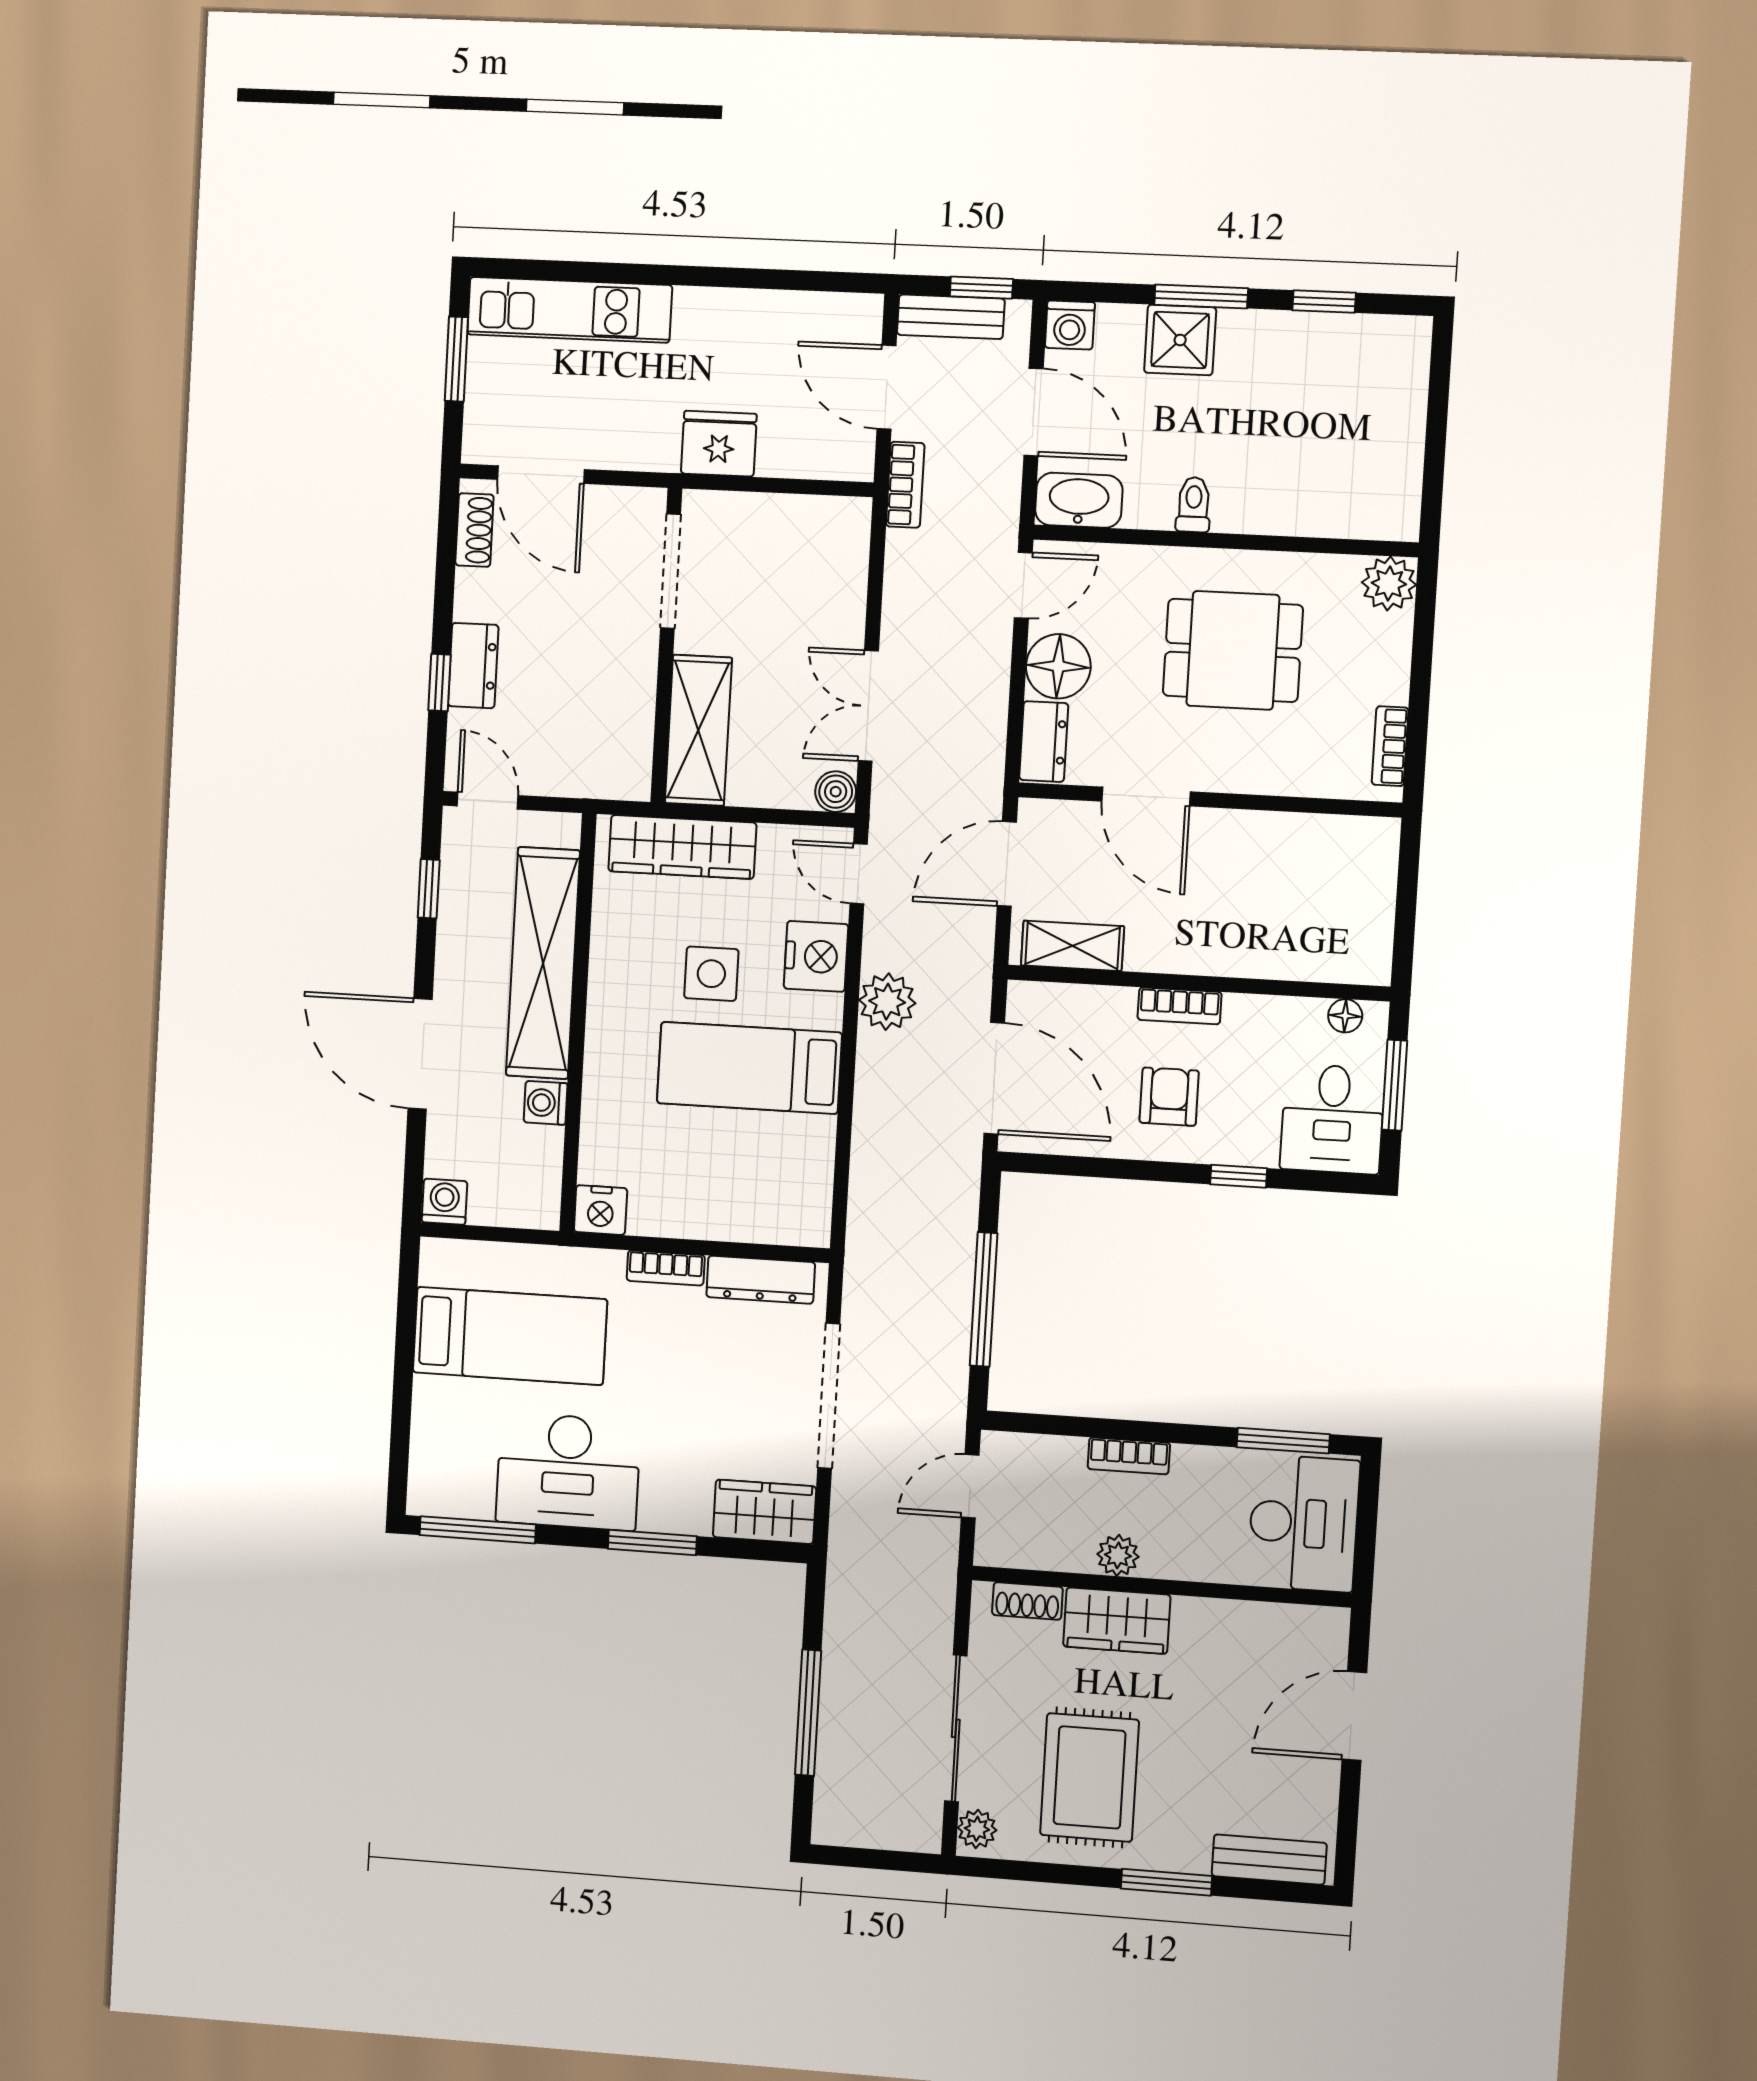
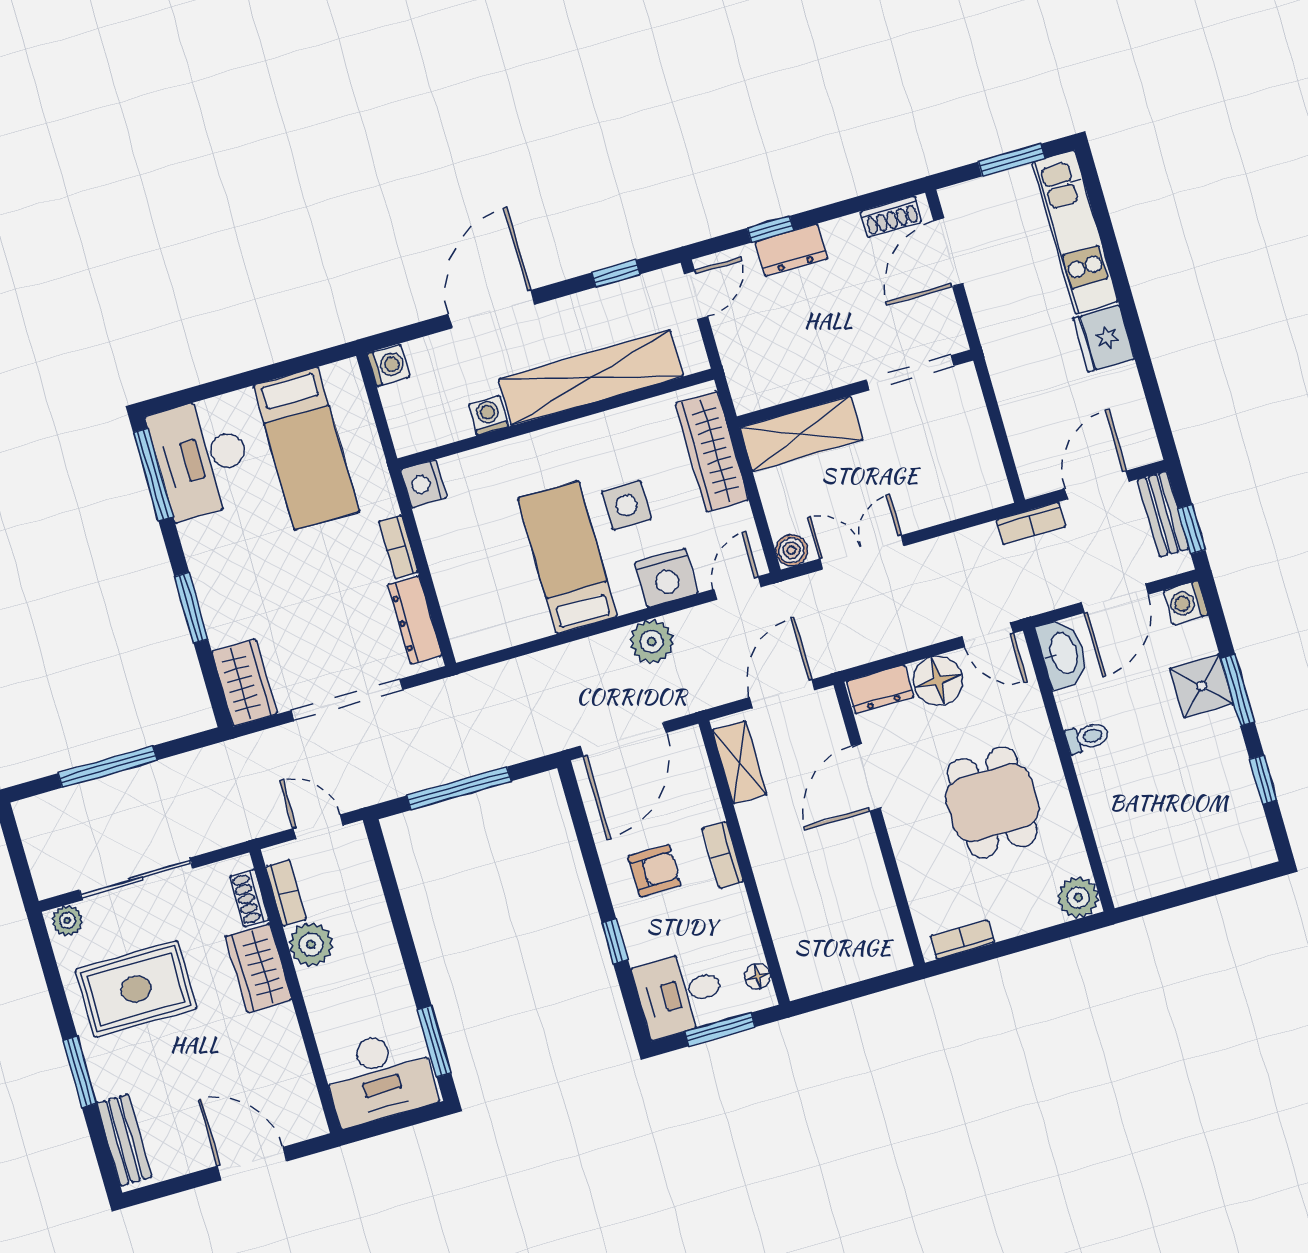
fridge: (719, 444) -> (1104, 339), moved, turned 180
door: (1007, 864) -> (782, 694), hinge flipped
bookcase: (1129, 1456) -> (286, 893), moved, turned 180
desk: (568, 1471) -> (202, 458), moved
plant: (1118, 1555) -> (311, 944), width x1.38, depth x1.38

